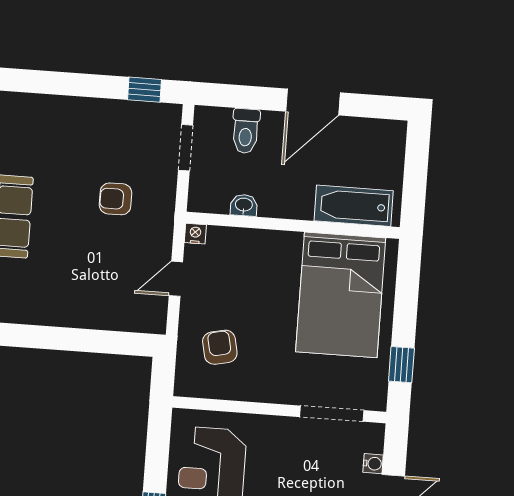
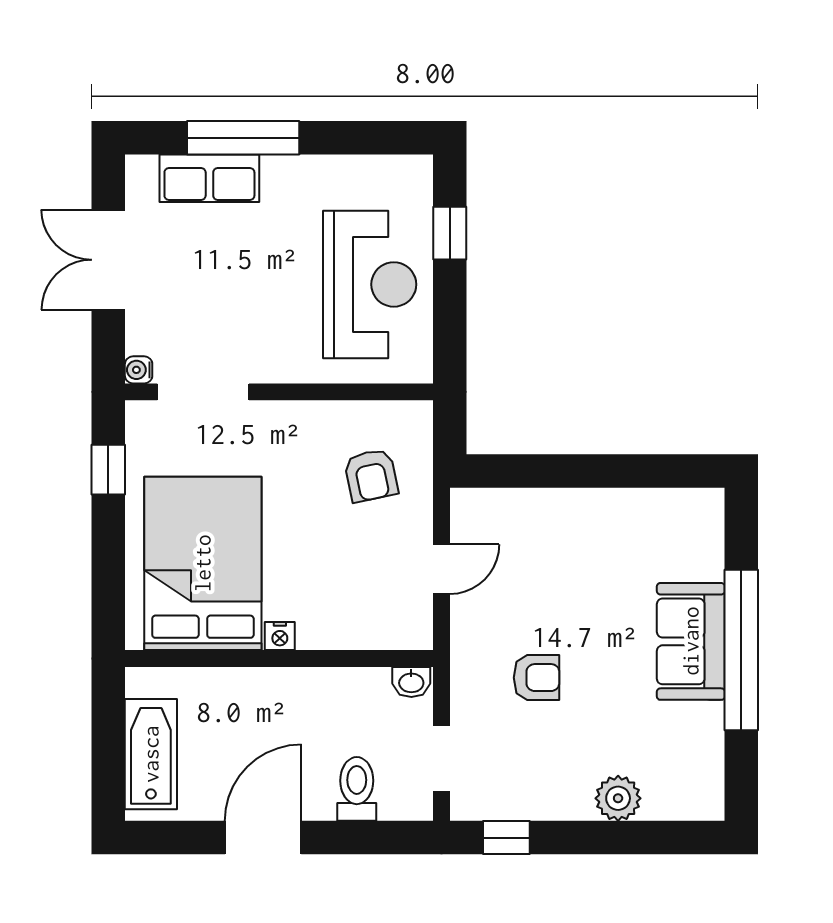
plant: (65, 111) -> (618, 798), added
washbasin: (244, 205) -> (411, 682), moved
bathtub: (354, 206) -> (151, 754), moved, turned -90
nightstand: (195, 234) -> (280, 636), moved
water cooler: (373, 464) -> (139, 370), moved

